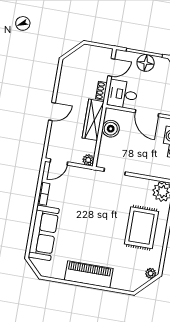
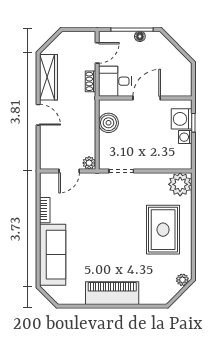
floor lamp: (146, 63) -> (140, 36), width x0.53, depth x0.53
door: (52, 112) -> (38, 115), hinge flipped
door: (147, 113) -> (147, 98), swing flipped
wardrobe: (93, 120) -> (49, 77), moved, turned 180
door: (59, 162) -> (69, 171), moved

